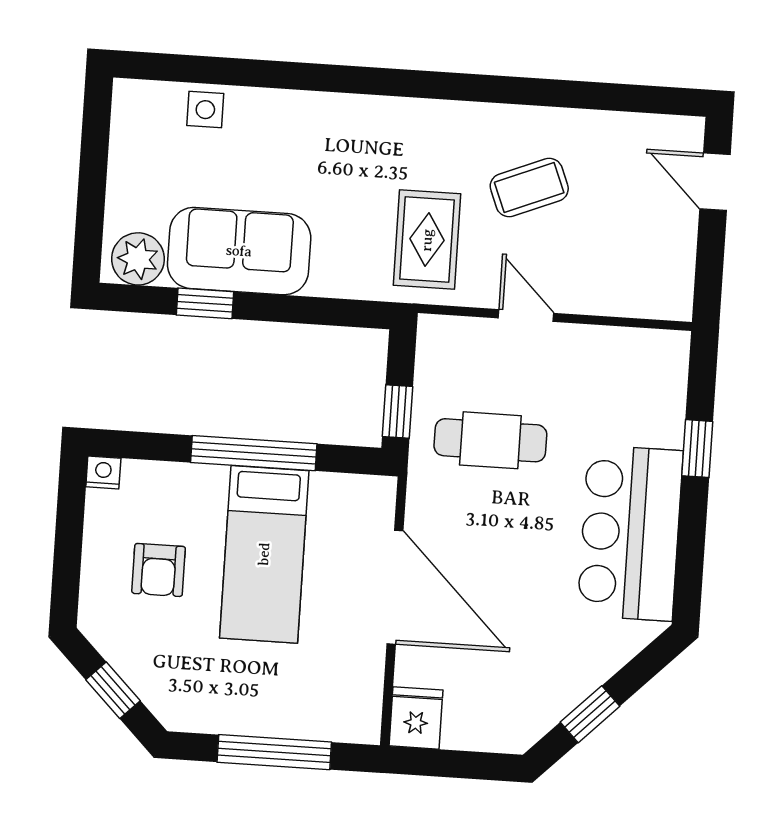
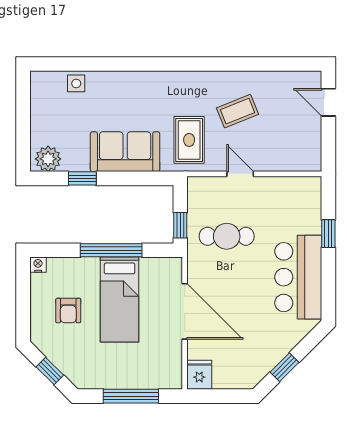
sofa: (239, 251) -> (125, 152), moved

